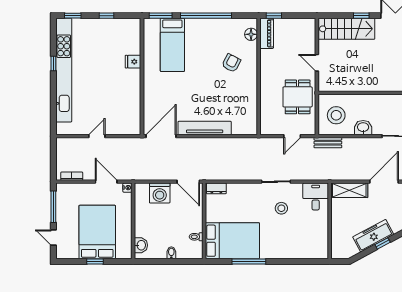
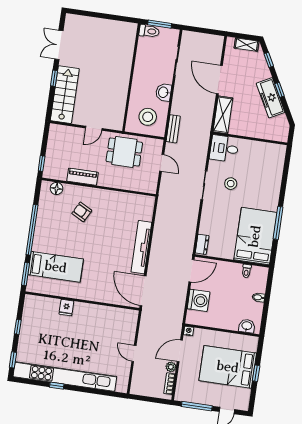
piano: (267, 33) -> (83, 177), moved
plant: (89, 175) -> (171, 367), added

